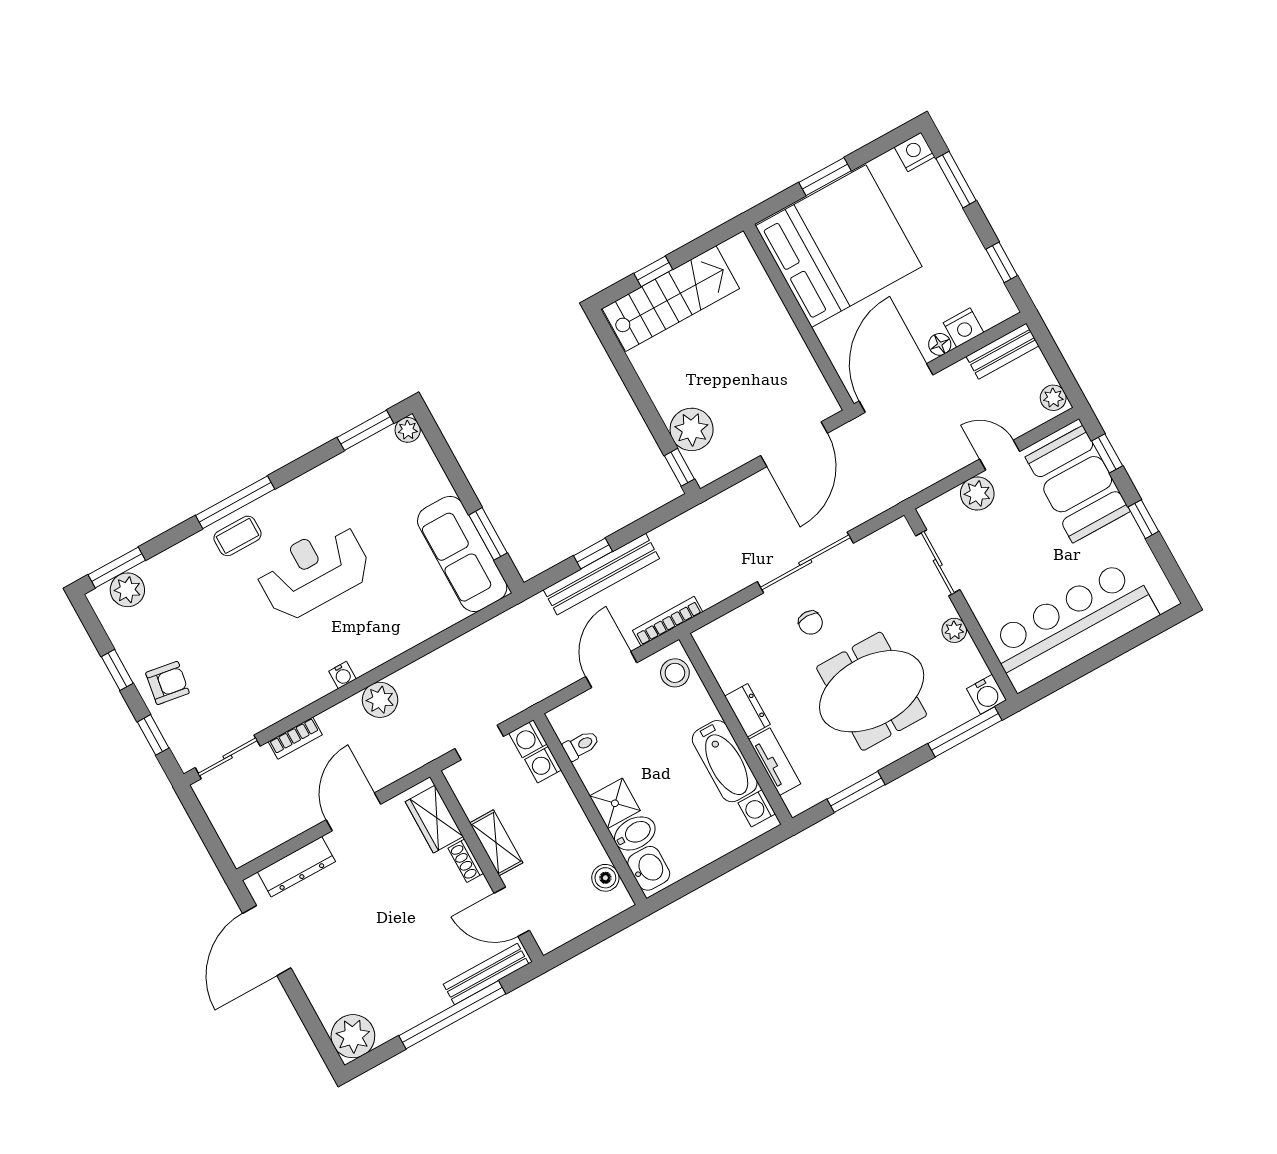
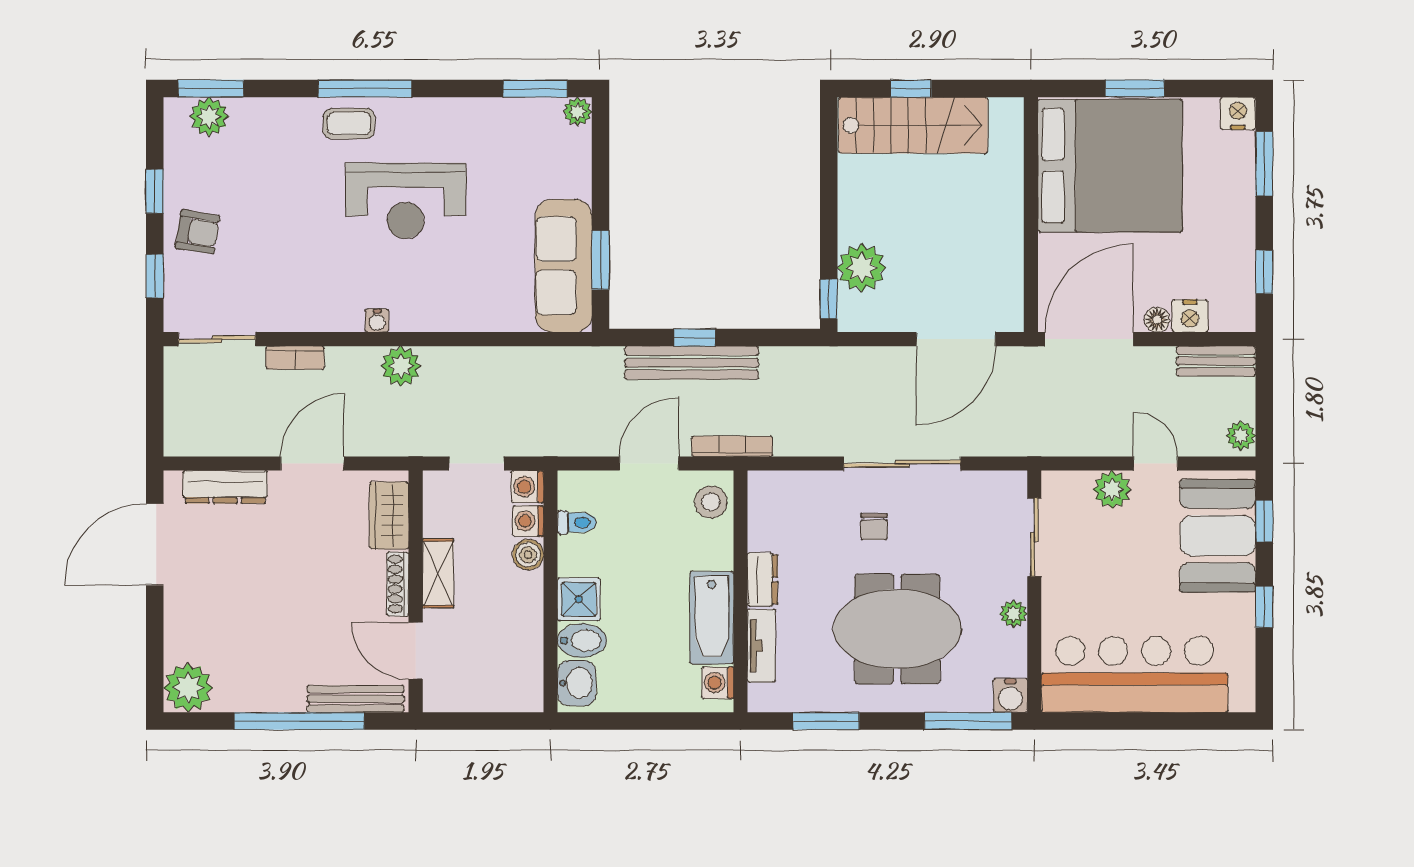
reception desk: (314, 571) -> (406, 201), turned 180
shoe rack: (466, 861) -> (398, 584), width x1.43
boiler: (605, 878) -> (528, 555), moved

